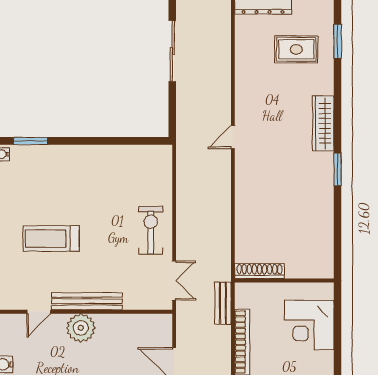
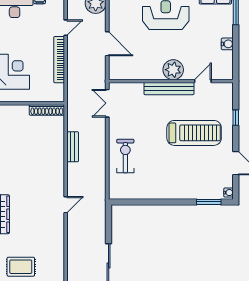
exercise bike: (151, 230) -> (125, 156), moved, turned 180
treadmill: (51, 239) -> (194, 133), width x1.37, depth x1.38
bench: (223, 303) -> (73, 147), moved

